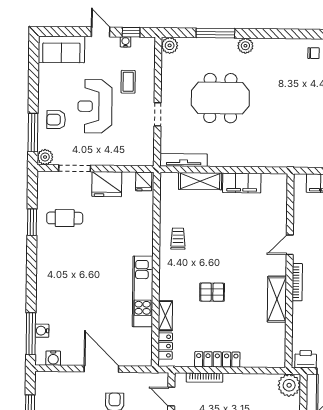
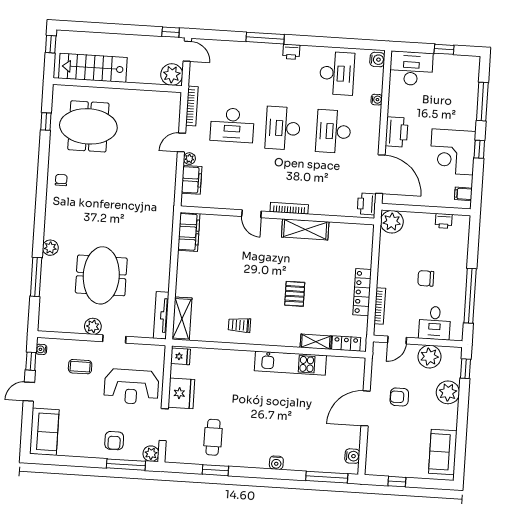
water cooler: (125, 42) -> (41, 349), moved
plant: (170, 45) -> (93, 326), moved
reception desk: (95, 106) -> (131, 387), moved
shelving: (200, 181) -> (182, 319), moved
filing cabinet: (242, 183) -> (189, 232), moved
water cooler: (42, 331) -> (276, 463), moved

